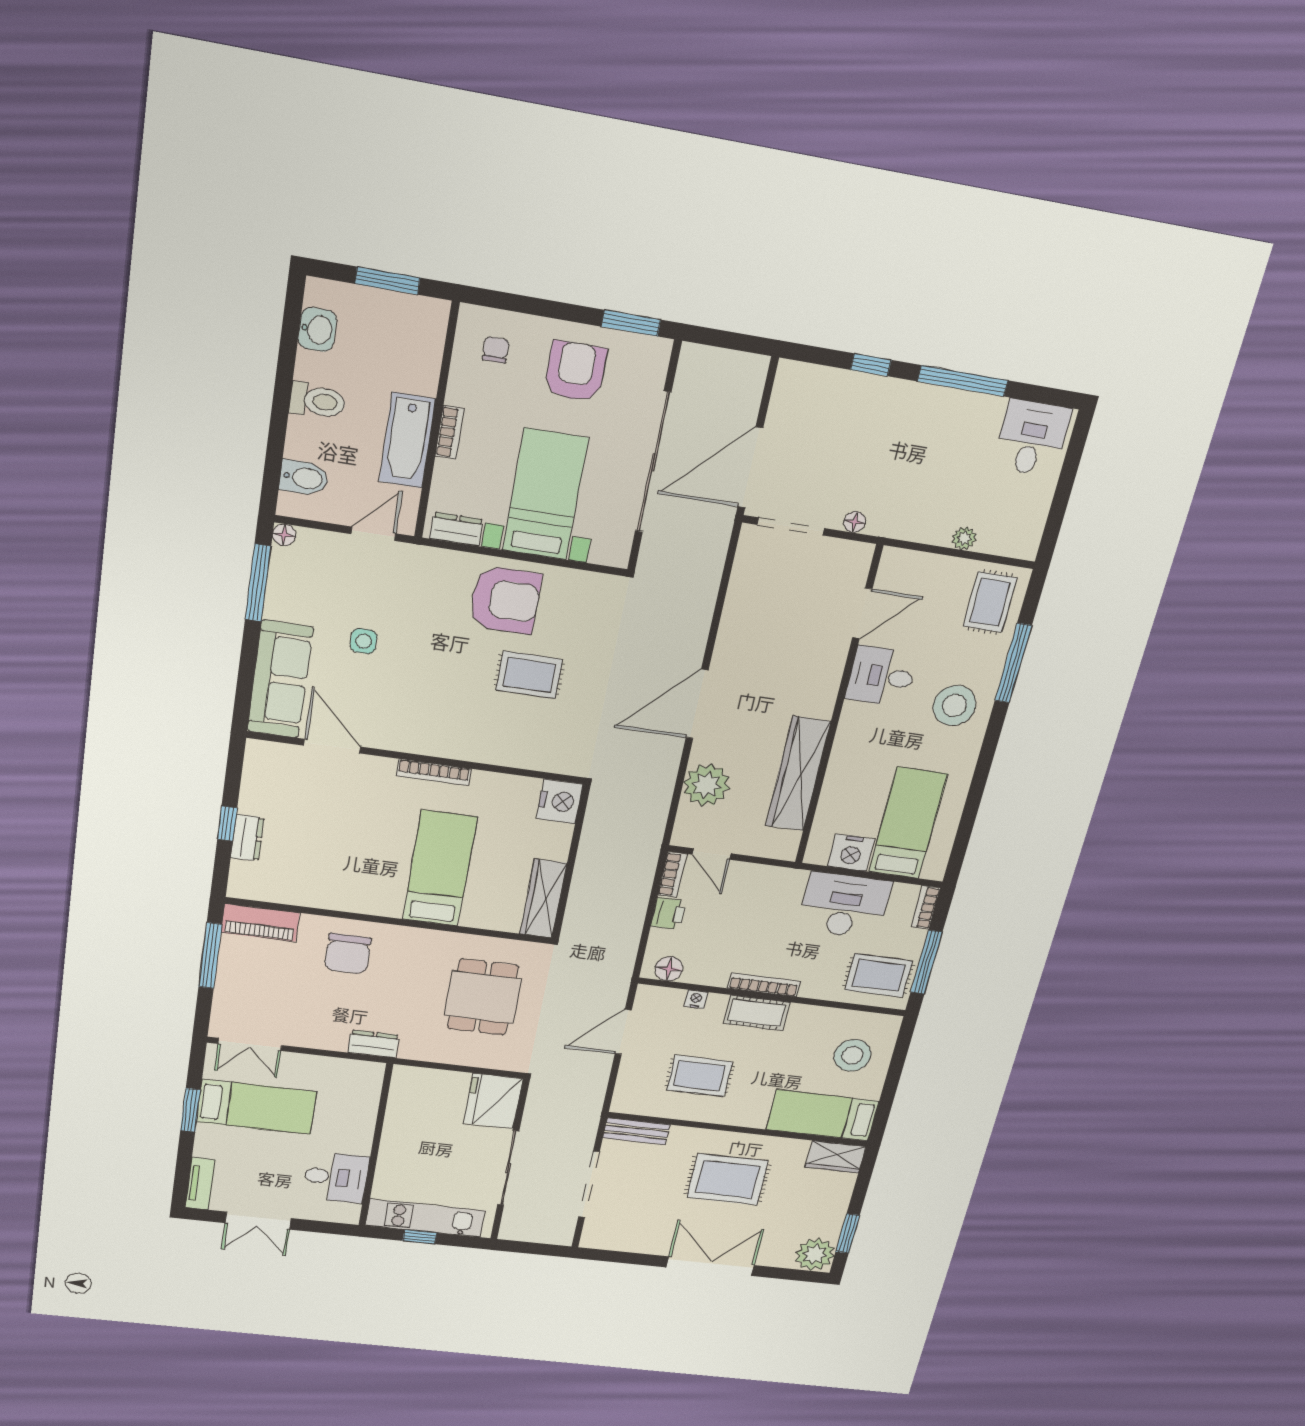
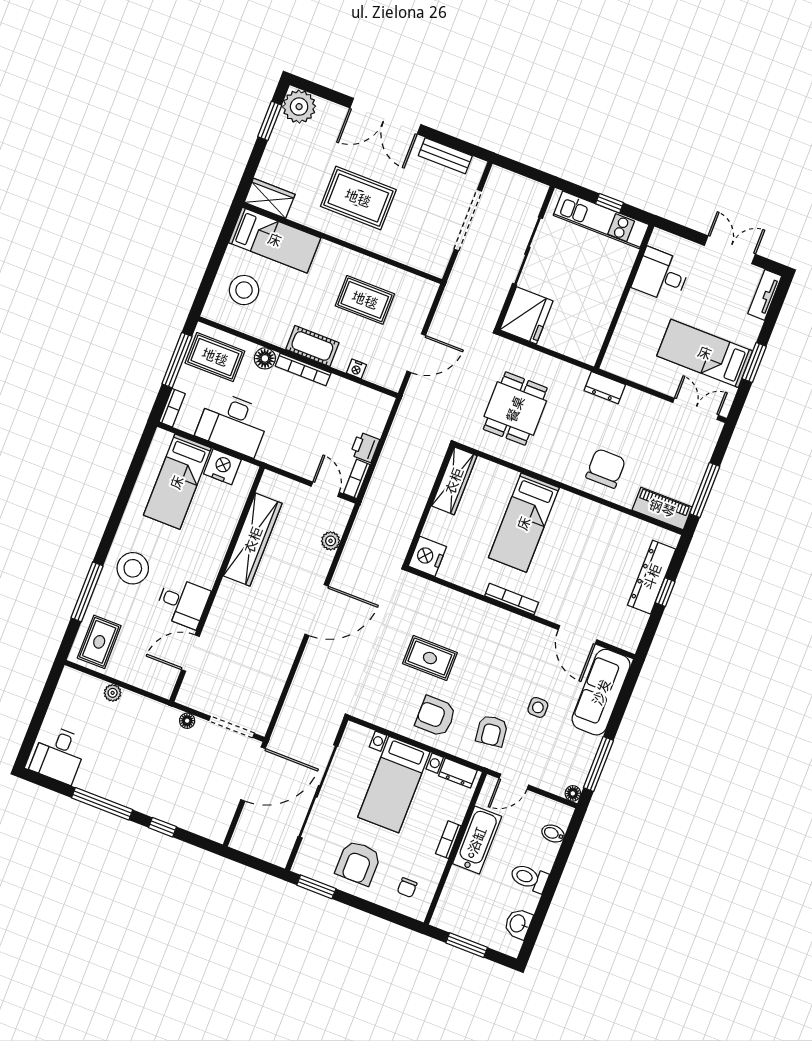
bidet: (304, 478) -> (553, 834), width x0.72, depth x0.74
armchair: (421, 597) -> (492, 731), added
armchair: (505, 600) -> (436, 716), width x0.73, depth x0.73
plant: (707, 785) -> (331, 541), width x0.53, depth x0.53
dresser: (247, 838) -> (652, 577), width x1.96, depth x1.24
floor lamp: (669, 969) -> (265, 358), moved
bench: (636, 1131) -> (445, 156), moved

